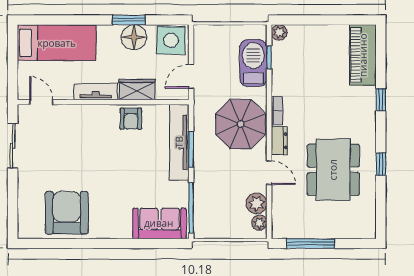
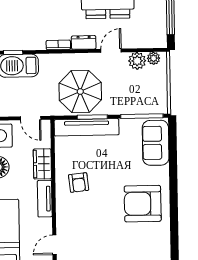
armchair: (131, 119) -> (79, 183), moved, turned 84
parasol: (241, 124) -> (80, 91), moved
armchair: (67, 213) -> (143, 204), moved

